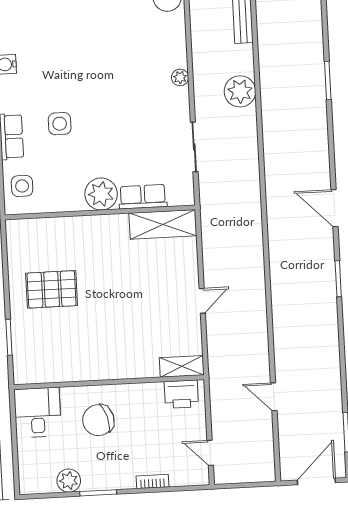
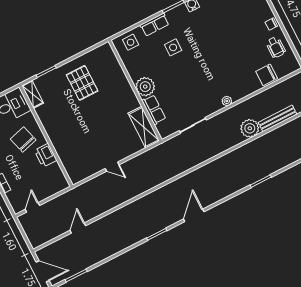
plant: (240, 91) -> (250, 128), moved
shelving: (182, 366) -> (33, 94), moved
printer: (181, 394) -> (46, 155), moved

